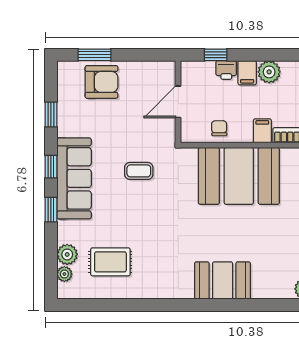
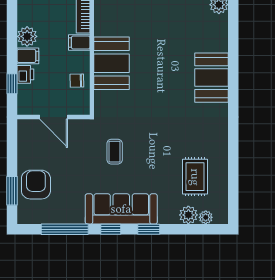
window: (51, 115) -> (65, 229), width x2.17
booth: (239, 176) -> (112, 63), width x0.73, depth x0.70

